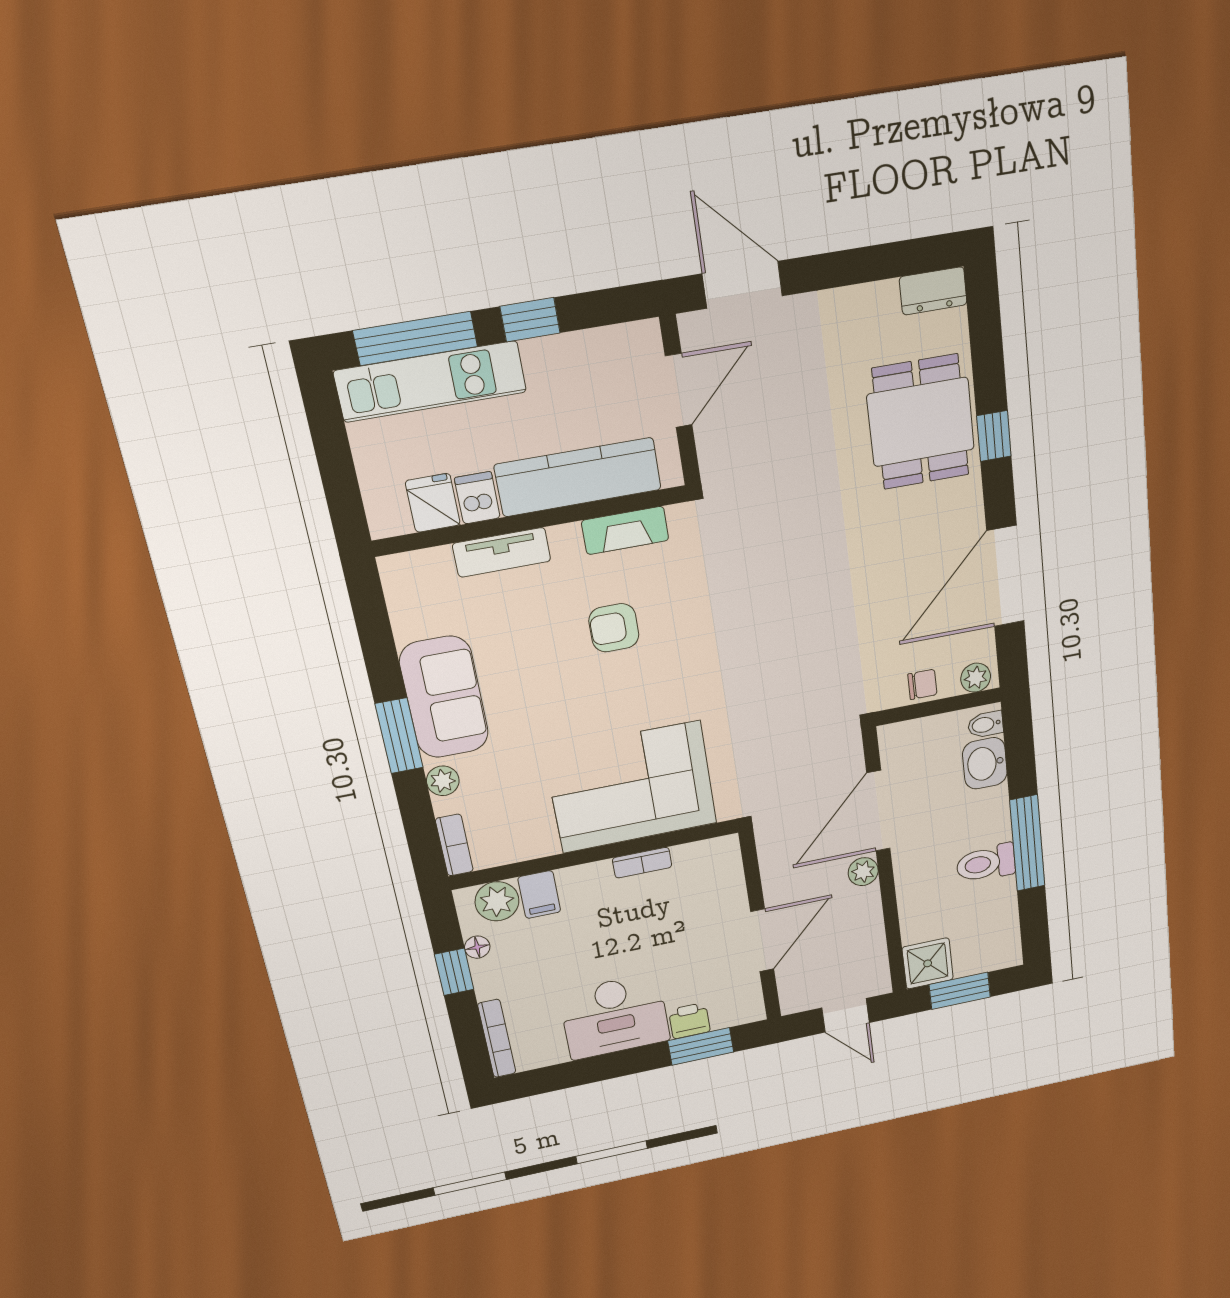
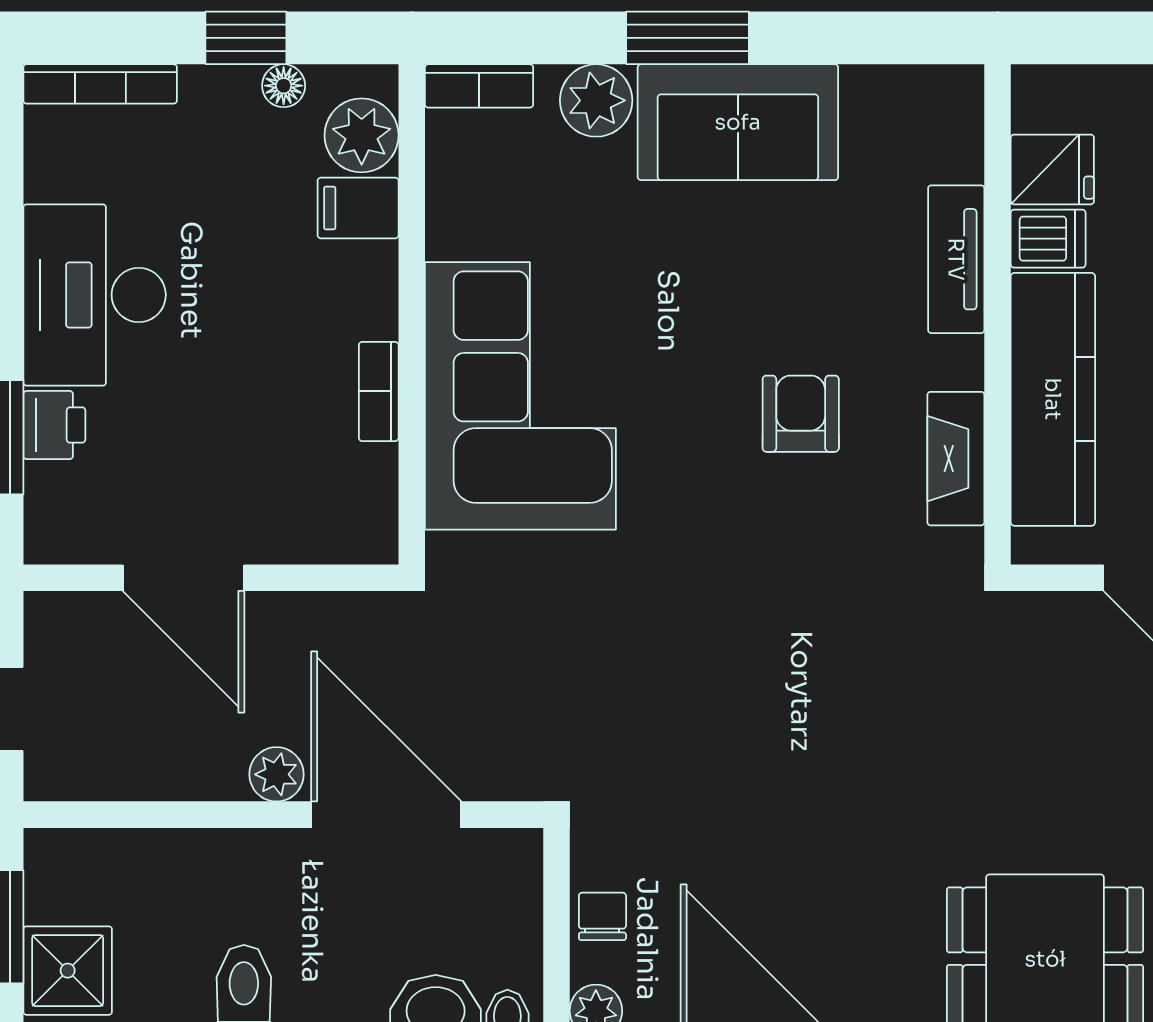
chair: (922, 684) -> (602, 916), turned 180
plant: (443, 781) -> (596, 100), width x1.38, depth x1.38
shower: (928, 963) -> (68, 971), moved

